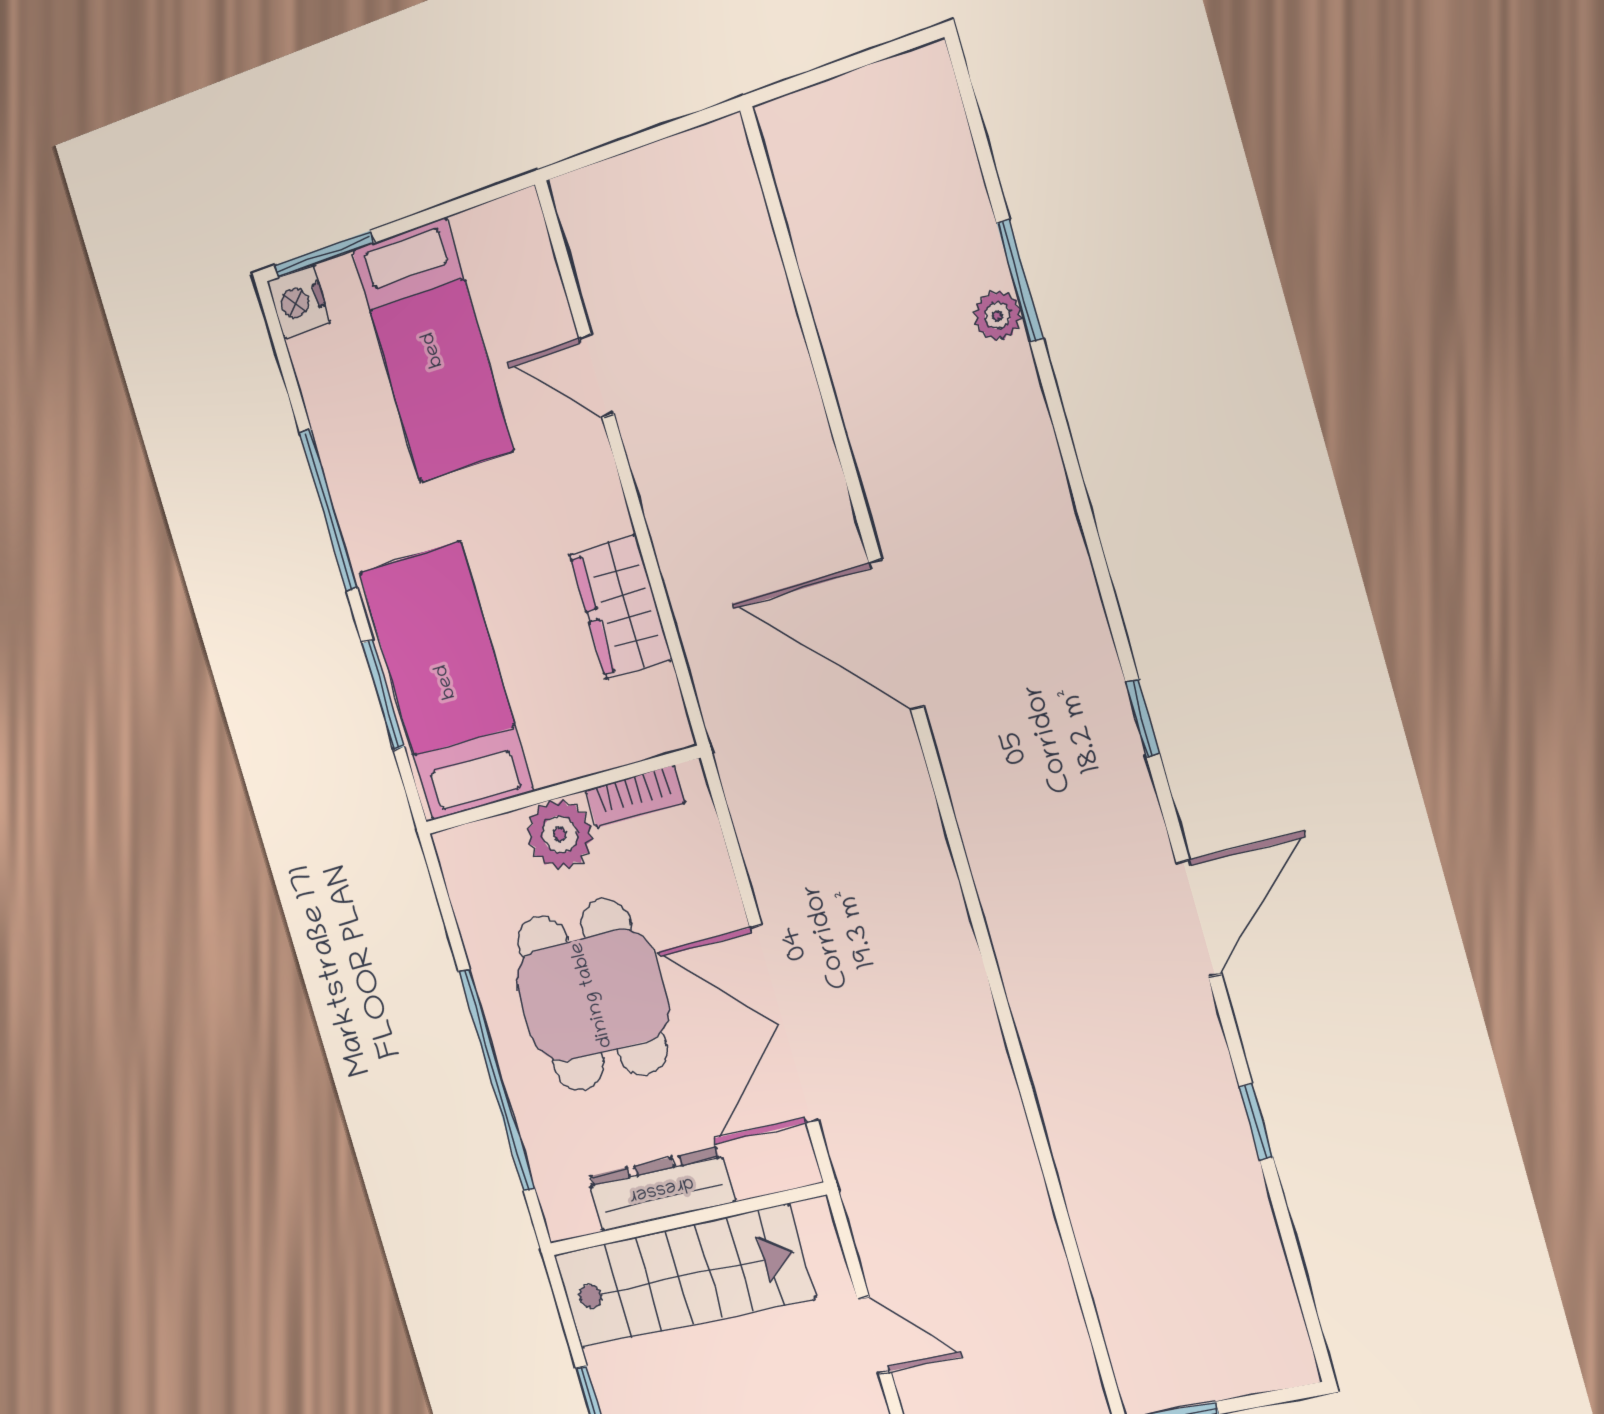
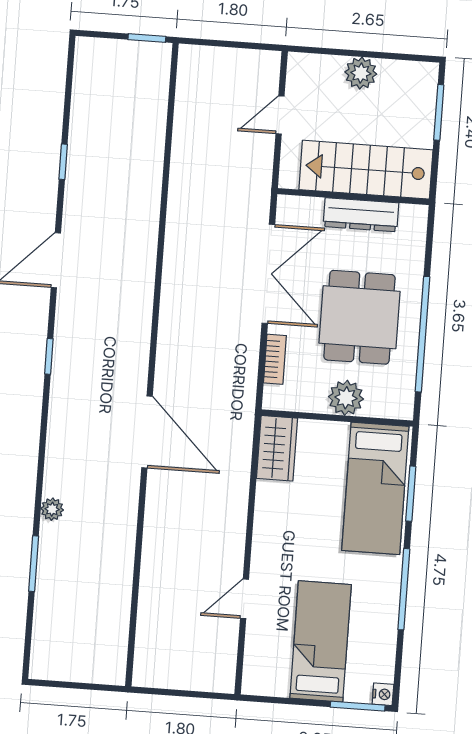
nightstand: (299, 302) -> (383, 694), width x0.72, depth x0.74
plant: (998, 316) -> (52, 509), moved
door: (596, 376) -> (245, 599), swing flipped
wardrobe: (621, 607) -> (277, 448), moved
bookcase: (635, 797) -> (275, 359), moved, turned 90
window: (497, 1080) -> (423, 334), moved
door: (874, 1335) -> (280, 115), hinge flipped

